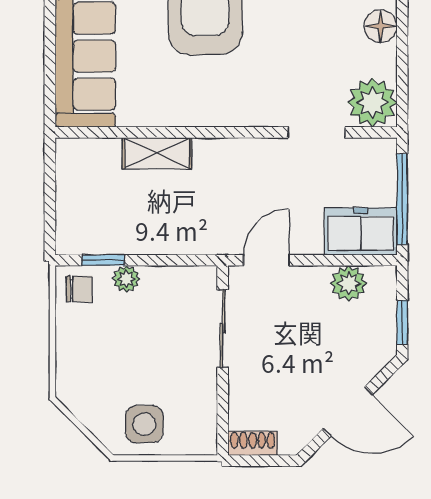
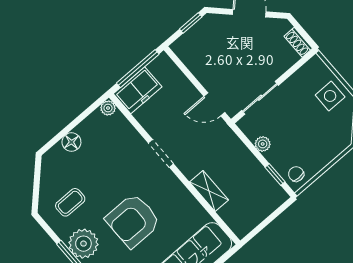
plant: (372, 103) -> (108, 108), width x0.53, depth x0.53
doorway: (317, 132) -> (161, 153), moved
freezer: (361, 231) -> (138, 90), moved, turned -90
plant: (126, 279) -> (263, 144), moved
plant: (349, 283) -> (194, 60), removed

